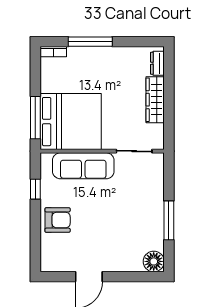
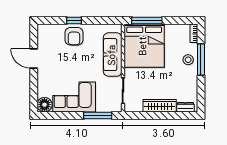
stool: (91, 60) -> (188, 60), added
window: (35, 189) -> (74, 21), moved
corner sofa: (143, 220) -> (74, 97), added
window: (169, 220) -> (98, 115), moved

